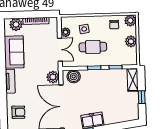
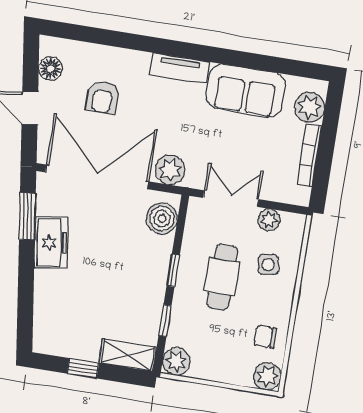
plant: (131, 41) -> (176, 362), moved
double door: (60, 50) -> (231, 199), swing flipped
armchair: (18, 112) -> (103, 97), moved

